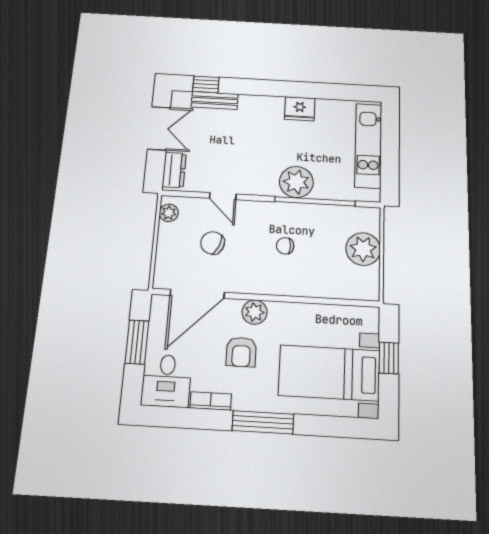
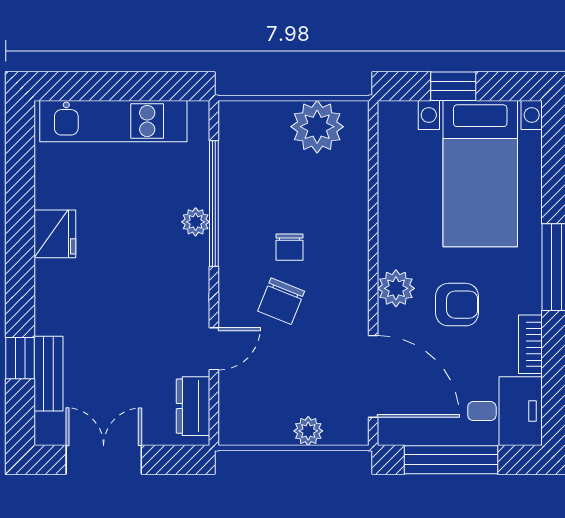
window: (206, 84) -> (20, 358), moved
dresser: (174, 170) -> (193, 406), moved, turned -90
plant: (296, 182) -> (196, 222), width x0.53, depth x0.53
plant: (169, 213) -> (308, 431), moved
chair: (213, 243) -> (281, 301), moved
plant: (363, 249) -> (317, 127), moved
window: (137, 342) -> (451, 460), width x1.44

